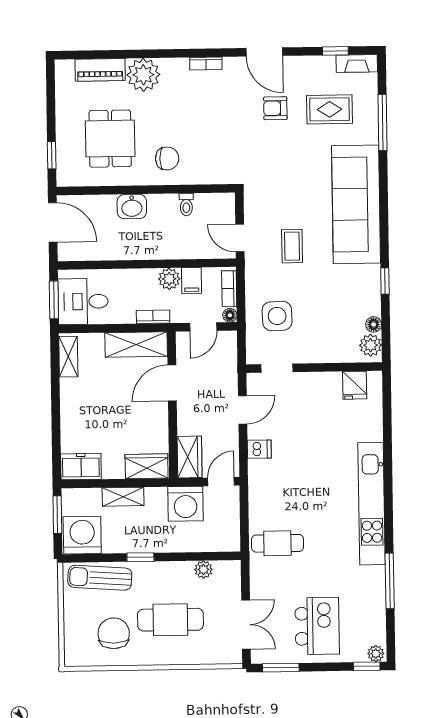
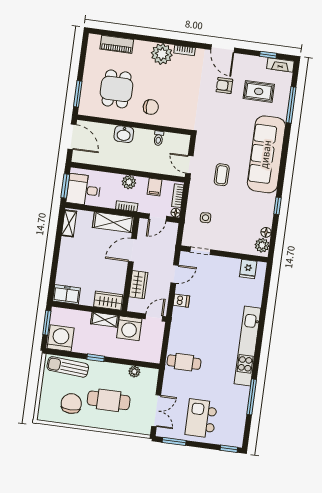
plant: (143, 75) -> (162, 54), moved
window: (52, 155) -> (78, 94), width x1.50
plant: (169, 279) -> (129, 182), moved
side table: (277, 316) -> (206, 218), width x0.54, depth x0.54
wardrobe: (190, 457) -> (138, 285), moved
shelving: (123, 497) -> (105, 320), moved
kitchen island: (317, 626) -> (201, 418), turned 180
plant: (376, 654) -> (236, 442), removed

